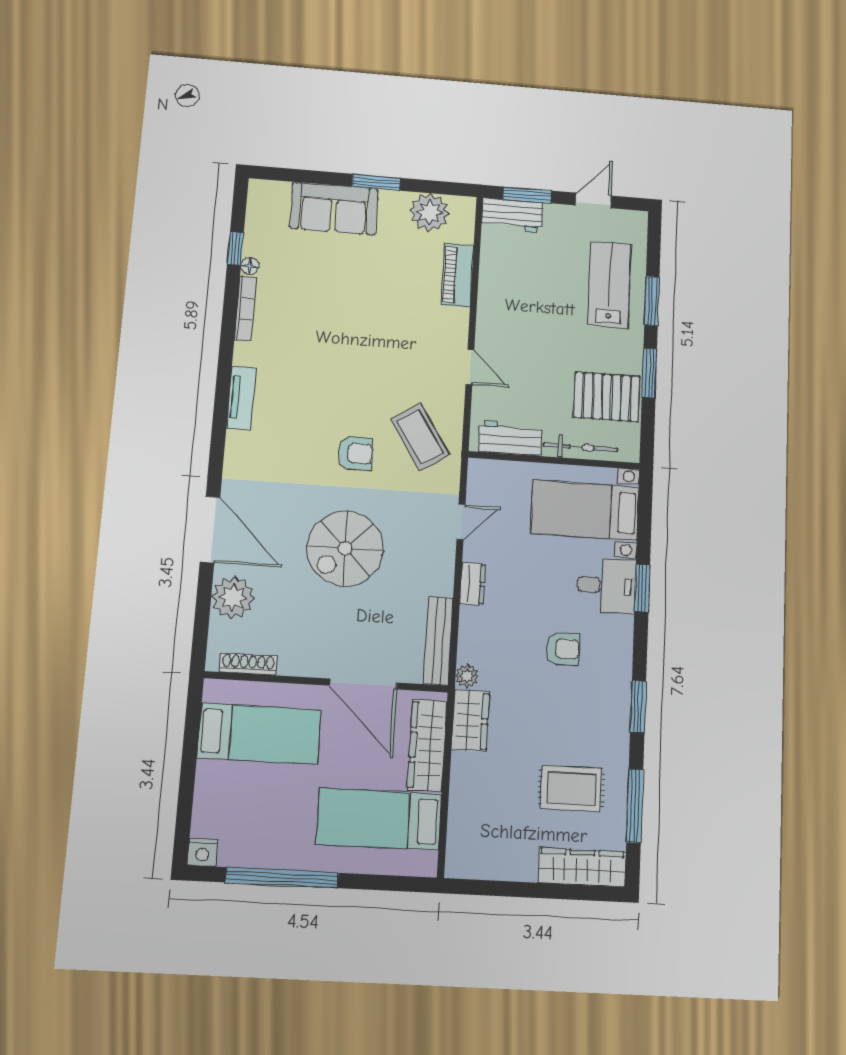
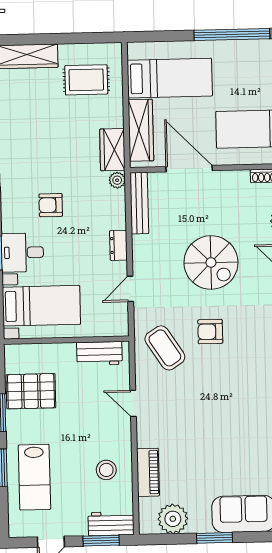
stool: (513, 284) -> (106, 470), added
bicycle: (580, 447) -> (48, 352), removed
spiral stairs: (345, 548) -> (211, 262), turned 90
rug: (571, 788) -> (86, 80), moved

